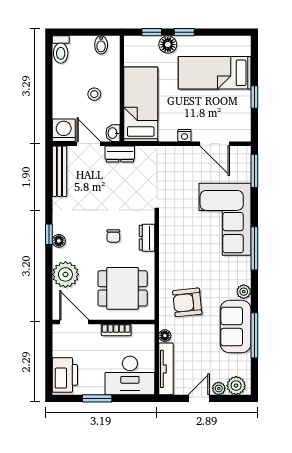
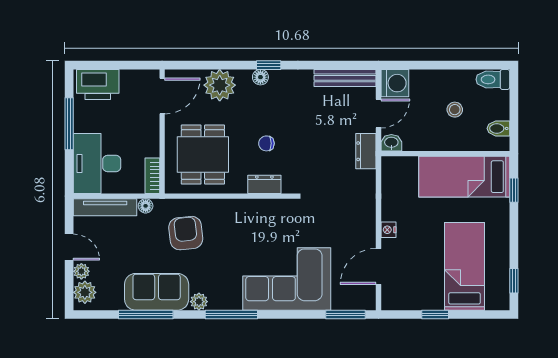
window: (184, 32) -> (514, 281), moved
floor lamp: (168, 45) -> (499, 209), removed
stool: (94, 94) -> (455, 110), moved
bed: (141, 104) -> (464, 177), moved, turned 180
window: (254, 248) -> (231, 314), moved
bookcase: (116, 330) -> (152, 176), moved
window: (97, 398) -> (69, 124), width x1.44

